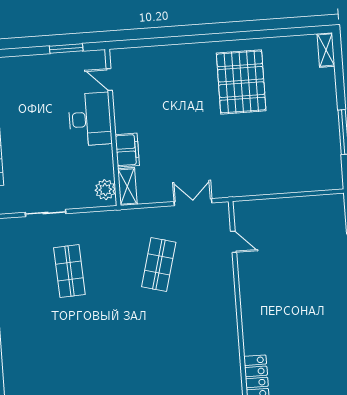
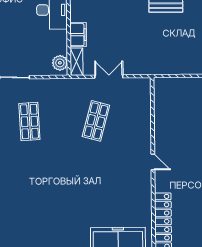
double door: (193, 202) -> (109, 77), moved
door: (234, 242) -> (153, 162), moved

